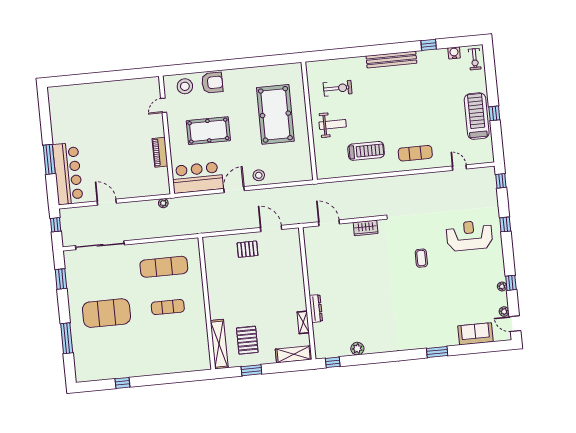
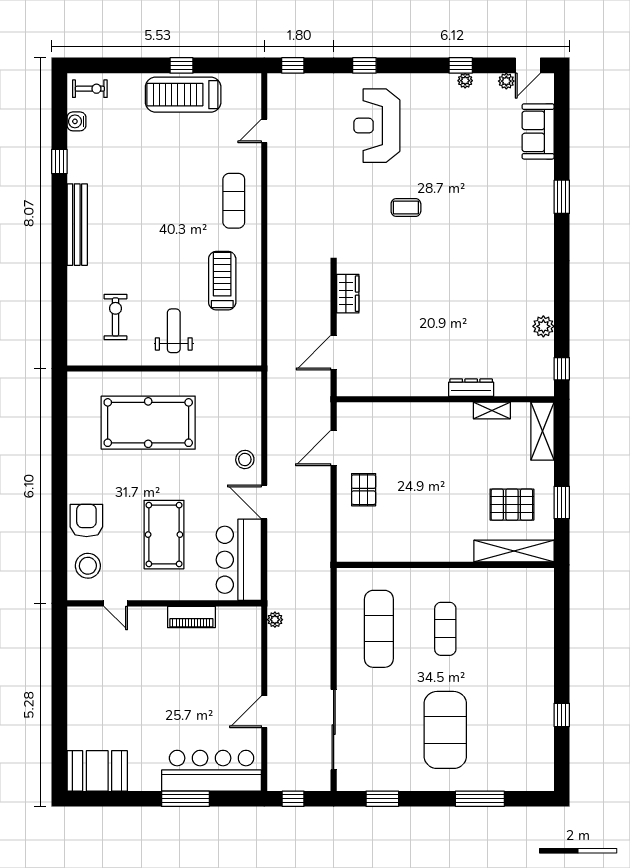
booth: (61, 104) -> (97, 771), added

